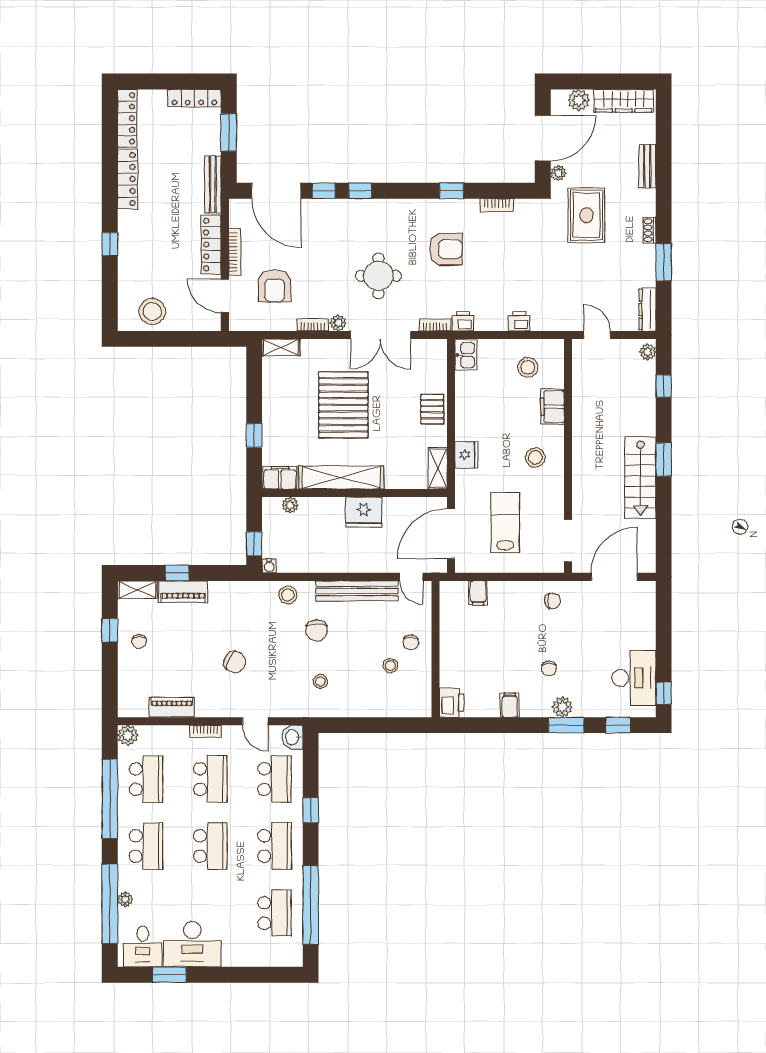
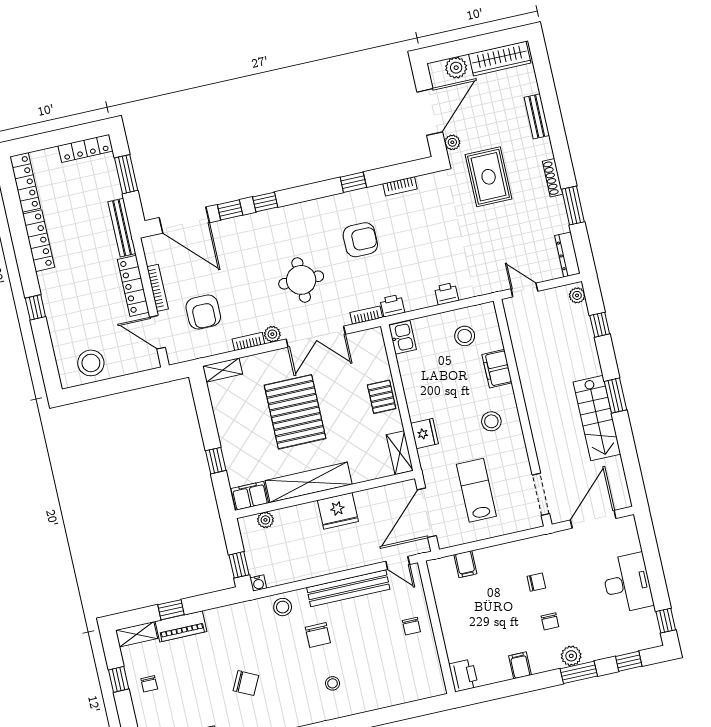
shoe rack: (650, 230) -> (552, 178), width x1.43
chair: (553, 601) -> (536, 582), moved
stool: (390, 666) -> (396, 653), removed
desk: (634, 678) -> (627, 583), moved

